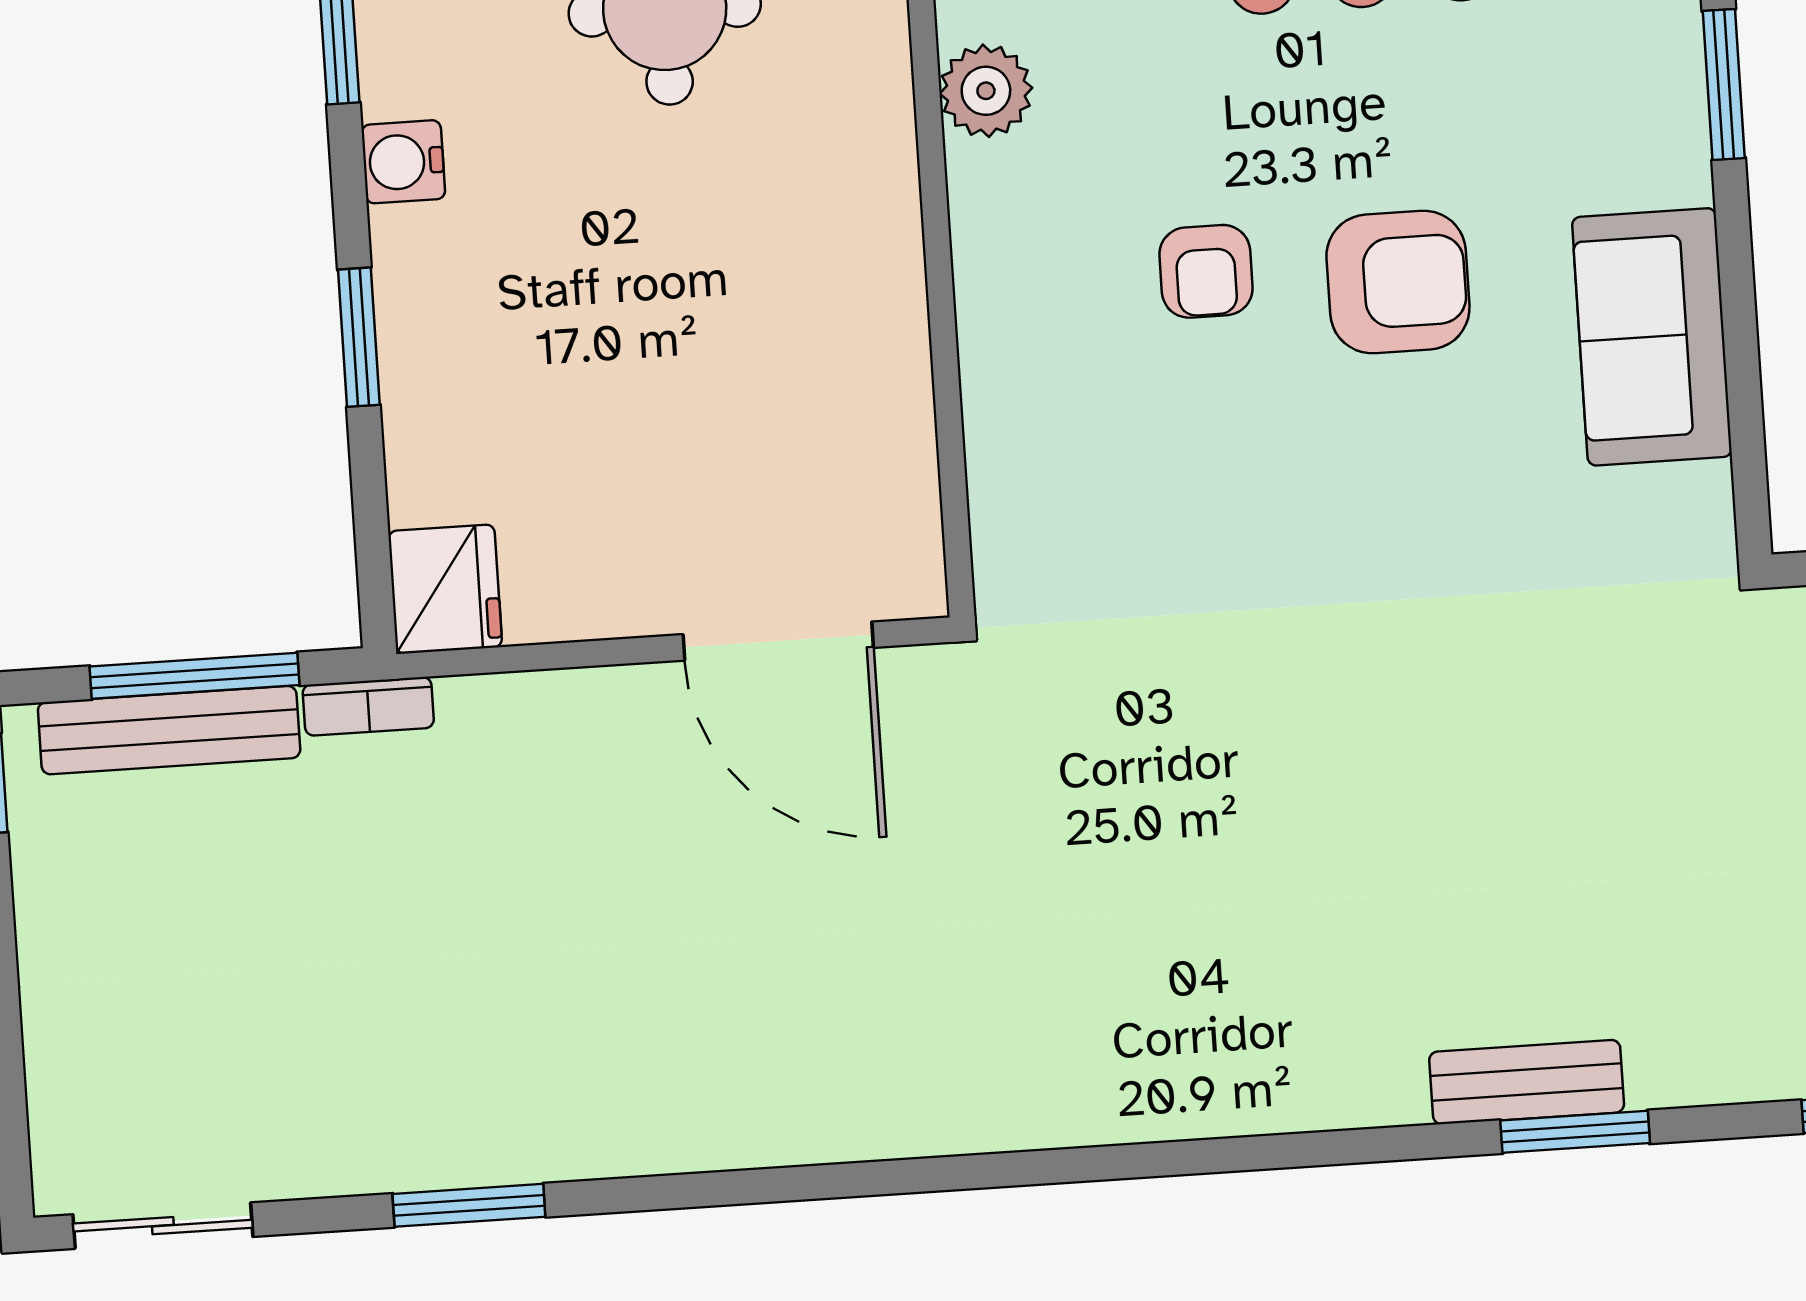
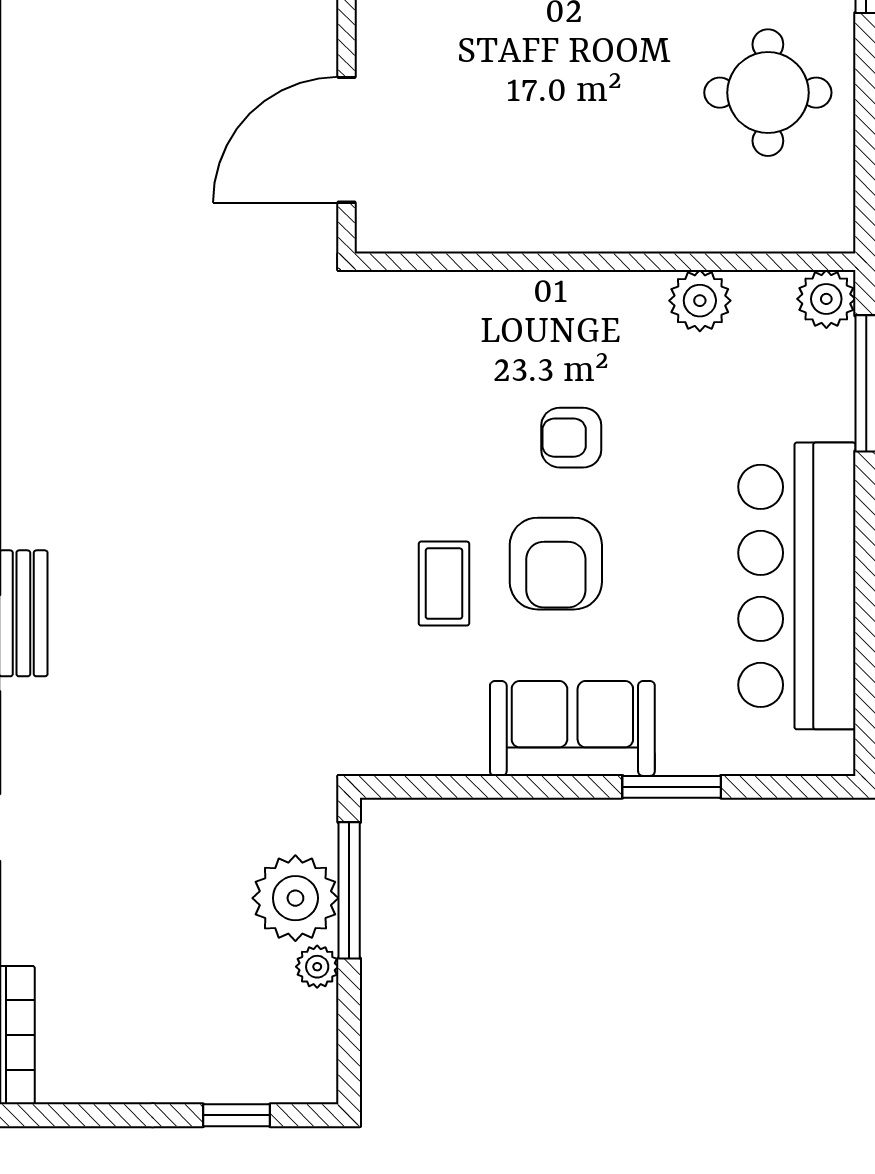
sofa: (1652, 337) -> (572, 728), moved
coffee table: (1439, 449) -> (444, 584), added

